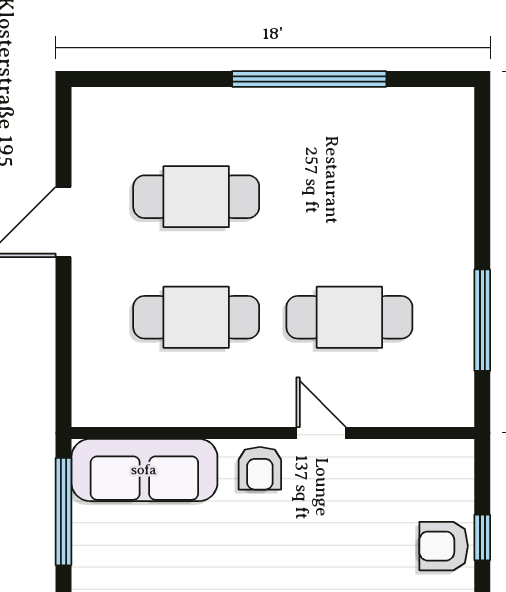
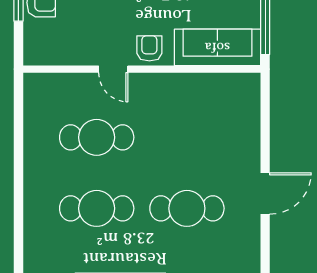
cafe table: (196, 317) -> (97, 208), moved
window: (482, 320) -> (18, 136), removed

